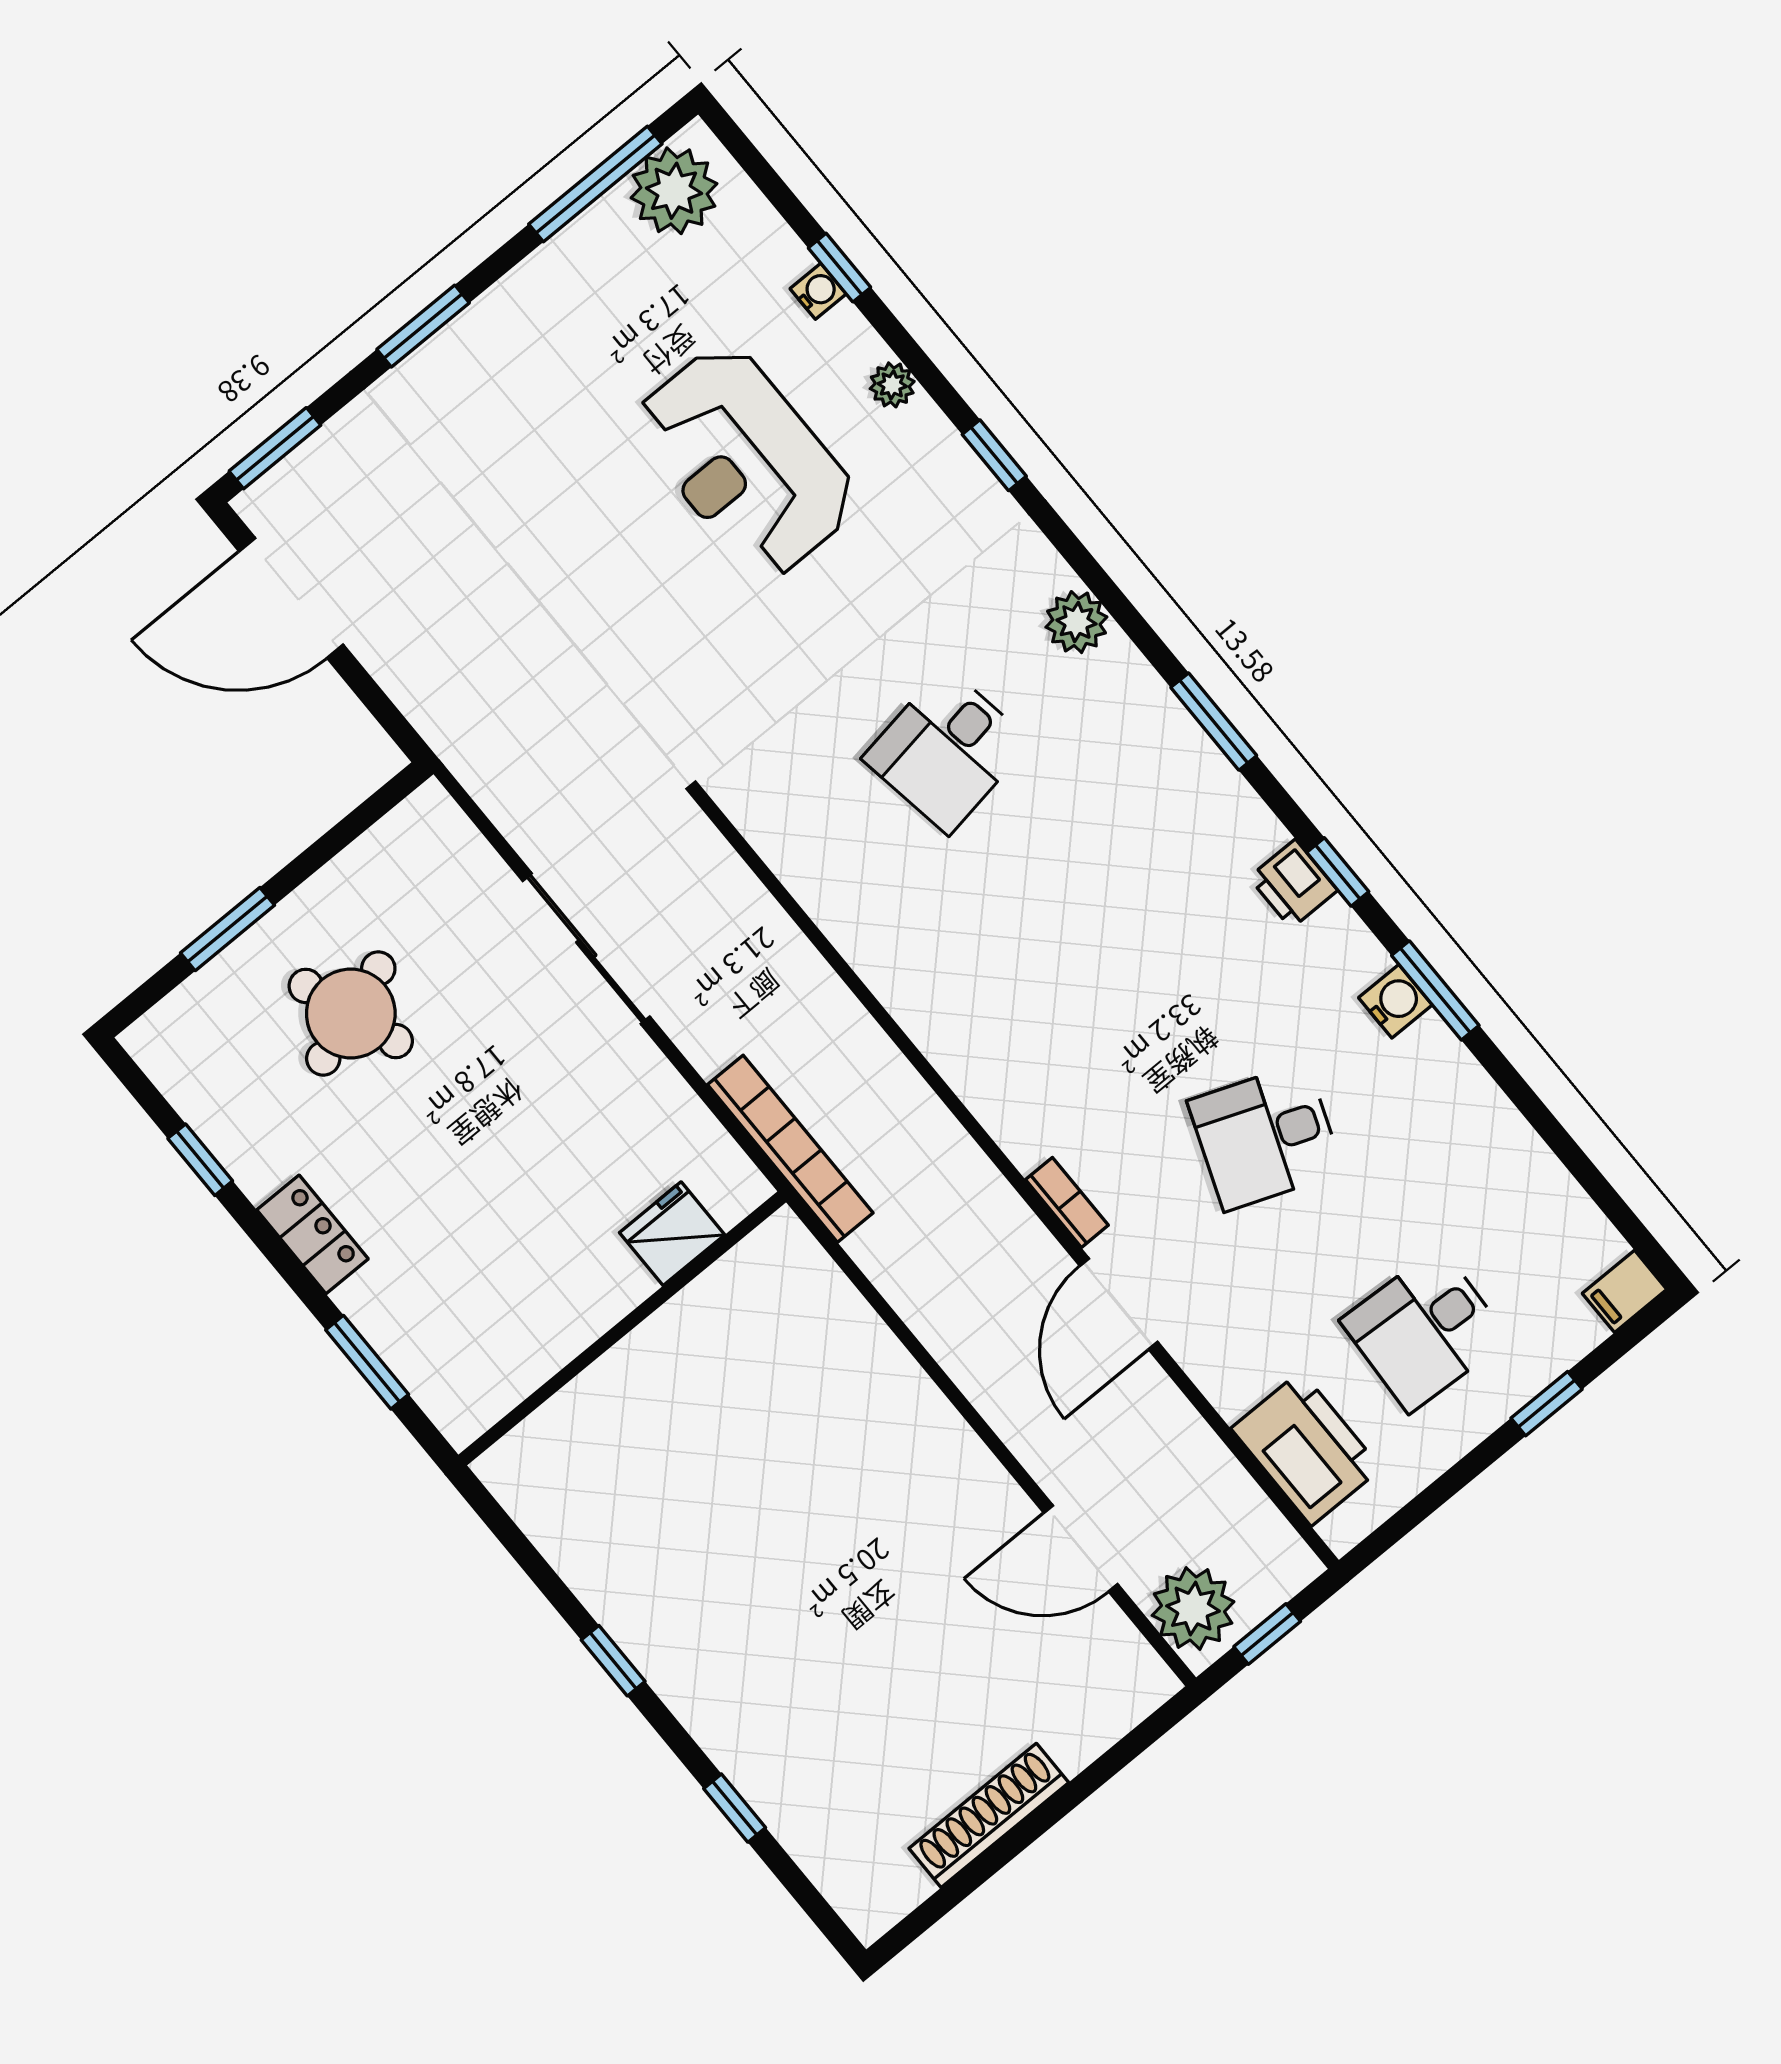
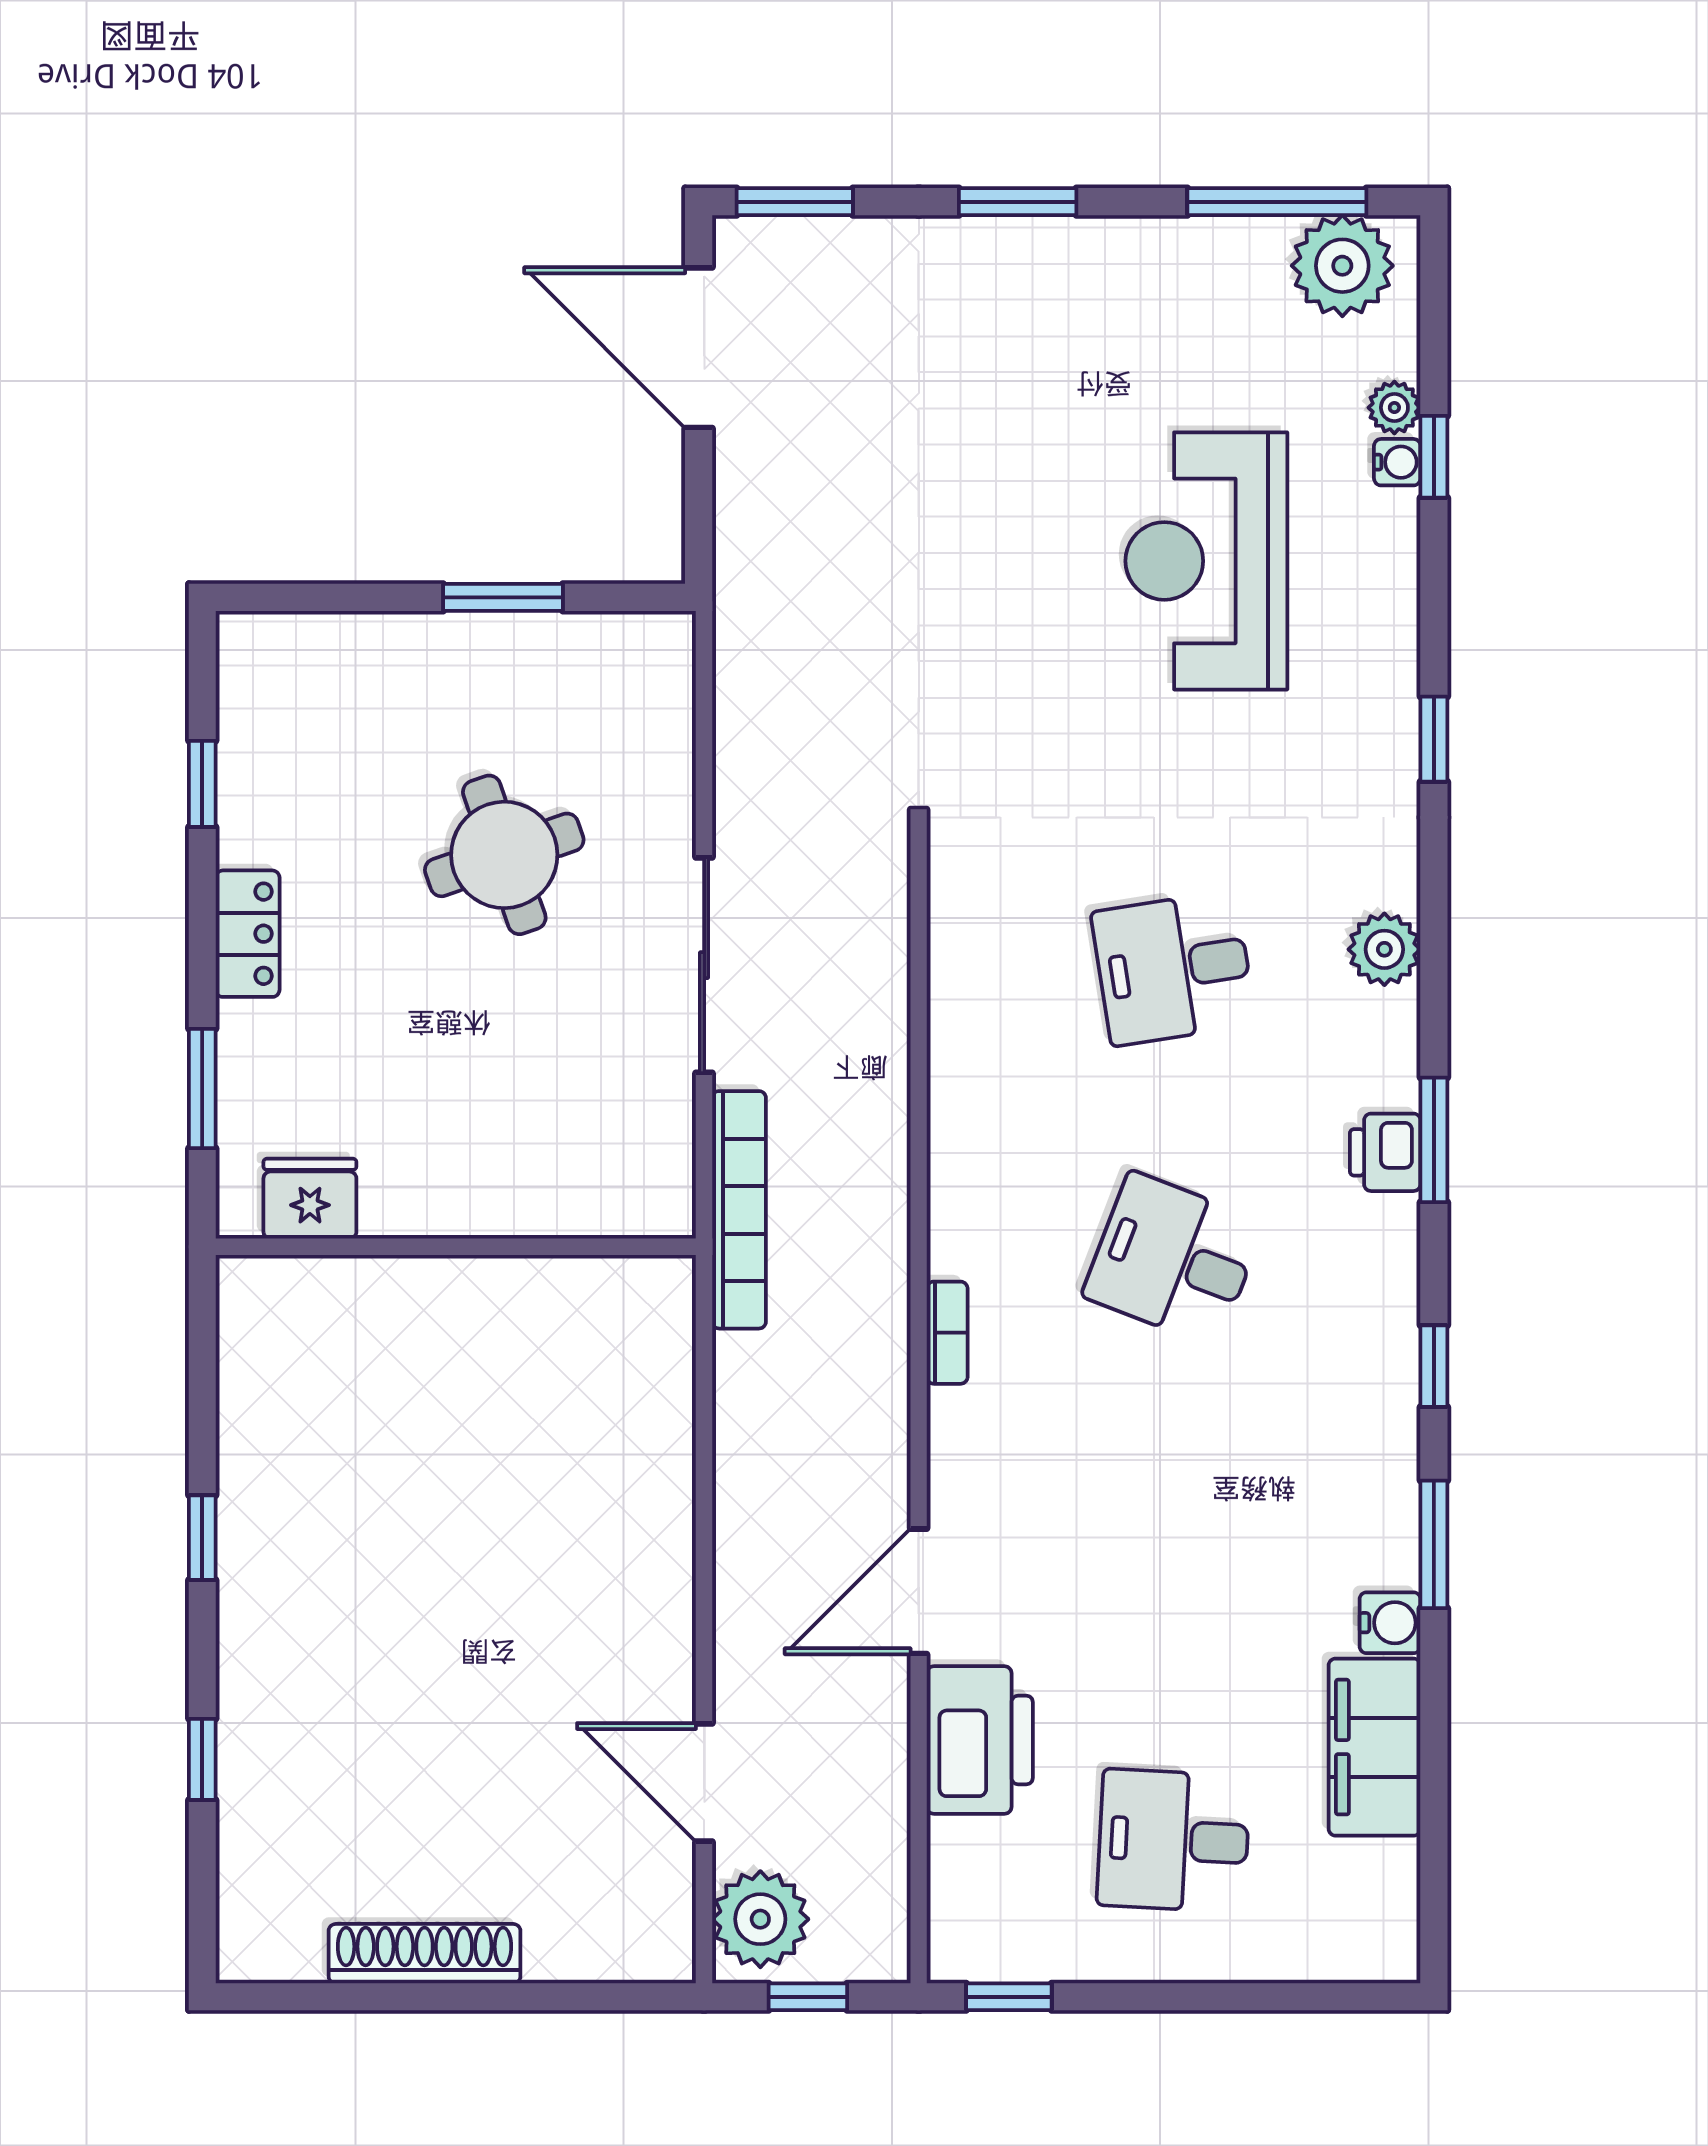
plant: (892, 385) -> (1394, 408), moved
printer: (1293, 884) -> (1385, 1152), moved
window: (228, 929) -> (503, 597), moved
sliding door: (586, 949) -> (704, 965), moved
water cooler: (1395, 1001) -> (1390, 1623), moved
round table: (351, 1013) -> (504, 855), moved
desk: (1265, 1137) -> (1174, 1259), moved
bookcase: (1067, 1202) -> (947, 1333), moved
fridge: (672, 1234) -> (310, 1199), moved
filing cabinet: (1625, 1291) -> (1375, 1747), moved, width x3.00, depth x1.17
window: (1547, 1404) -> (1009, 1997), moved
printer: (1306, 1448) -> (980, 1740), moved

